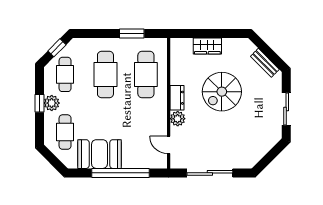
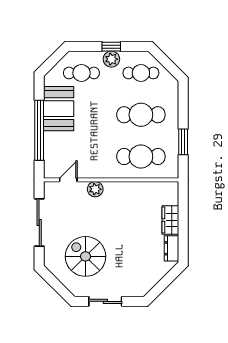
window: (57, 48) -> (168, 65), removed
bench: (265, 63) -> (153, 279), removed
spiral stairs: (222, 92) -> (85, 256), moved
dresser: (177, 98) -> (171, 248), moved, turned 90

